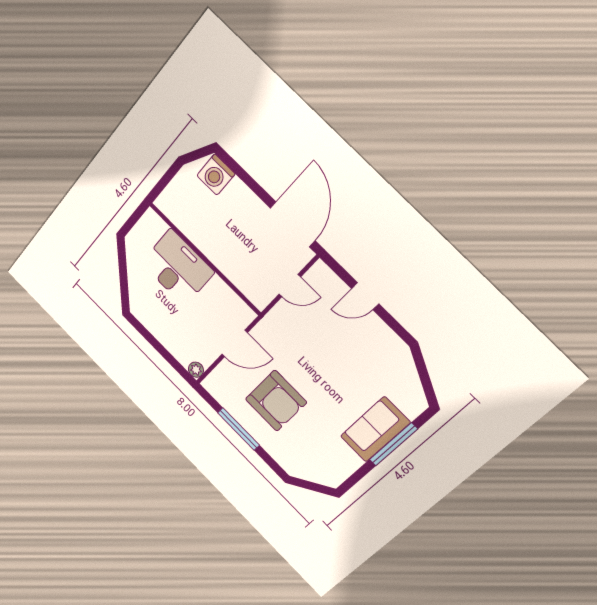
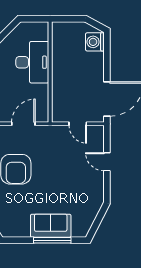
door: (235, 343) -> (23, 124), swing flipped

